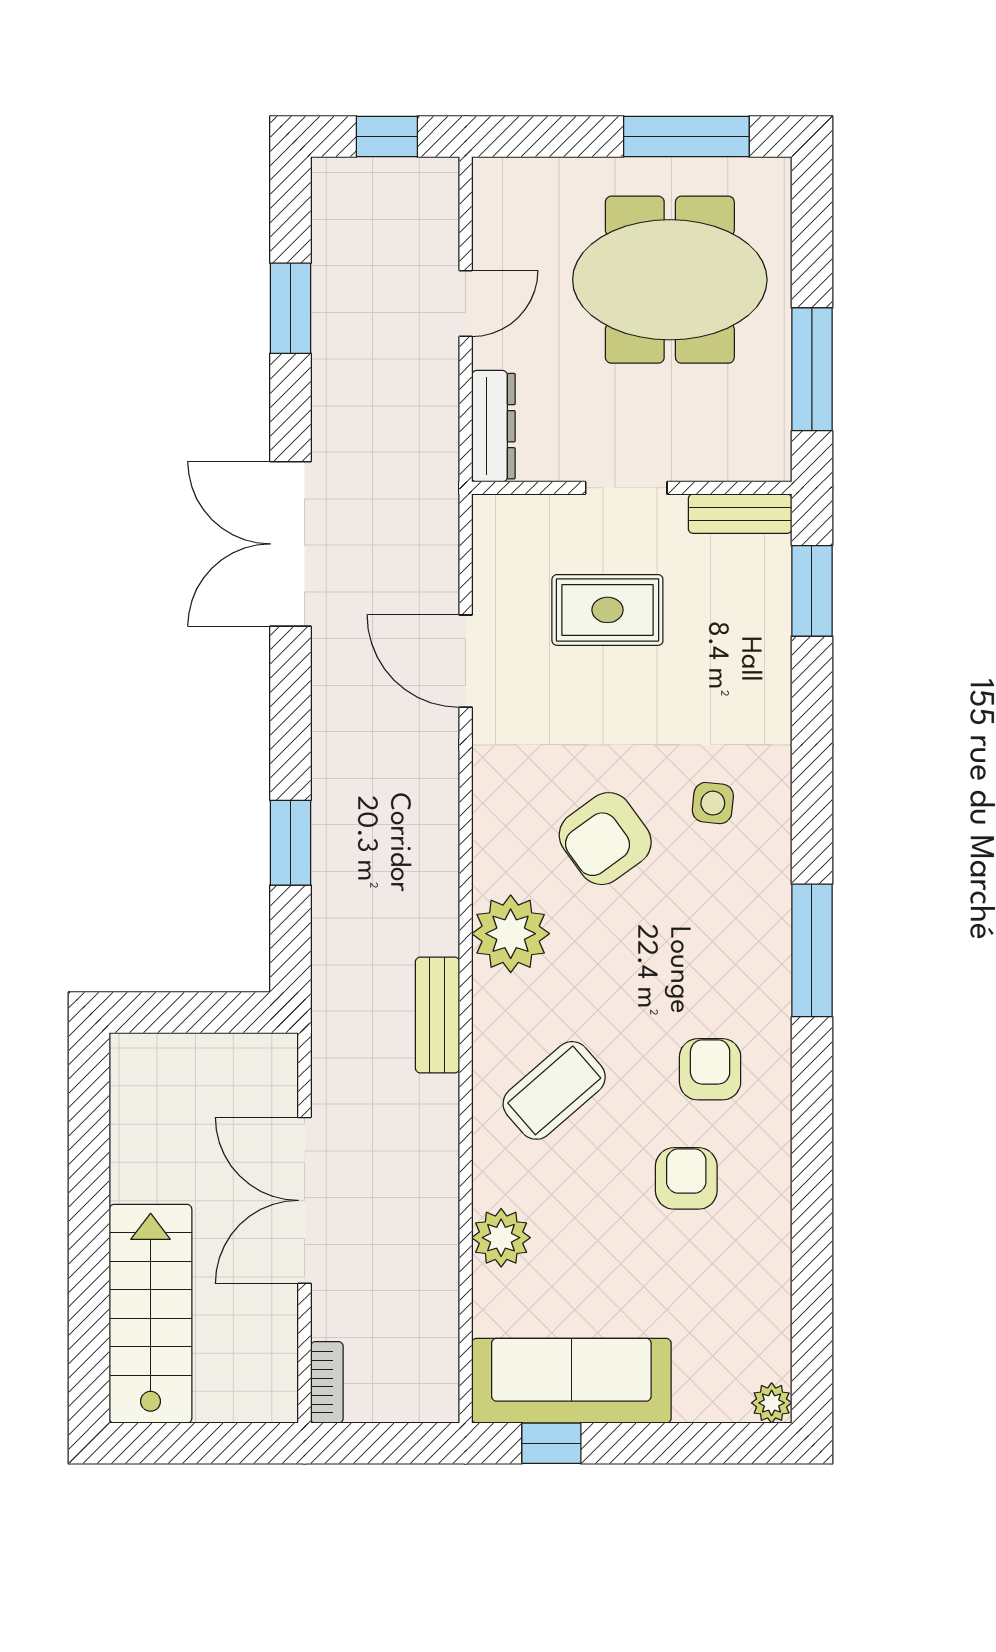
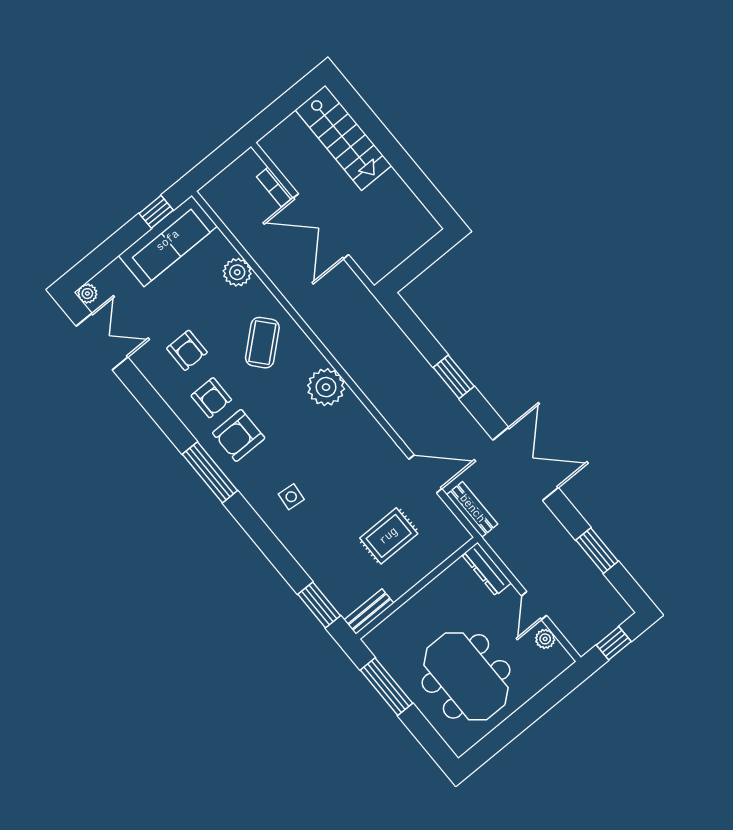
window: (686, 137) -> (503, 734), removed
plant: (492, 235) -> (545, 639), added
meeting table: (670, 280) -> (466, 676), turned 90
doorway: (626, 488) -> (419, 586), removed
armchair: (605, 839) -> (239, 435), moved, turned -144
window: (290, 843) -> (454, 377), moved
bench: (437, 1015) -> (472, 509), moved
double door: (305, 1200) -> (321, 226), swing flipped
double door: (812, 1306) -> (102, 342), added
bookcase: (327, 1382) -> (275, 187), moved

